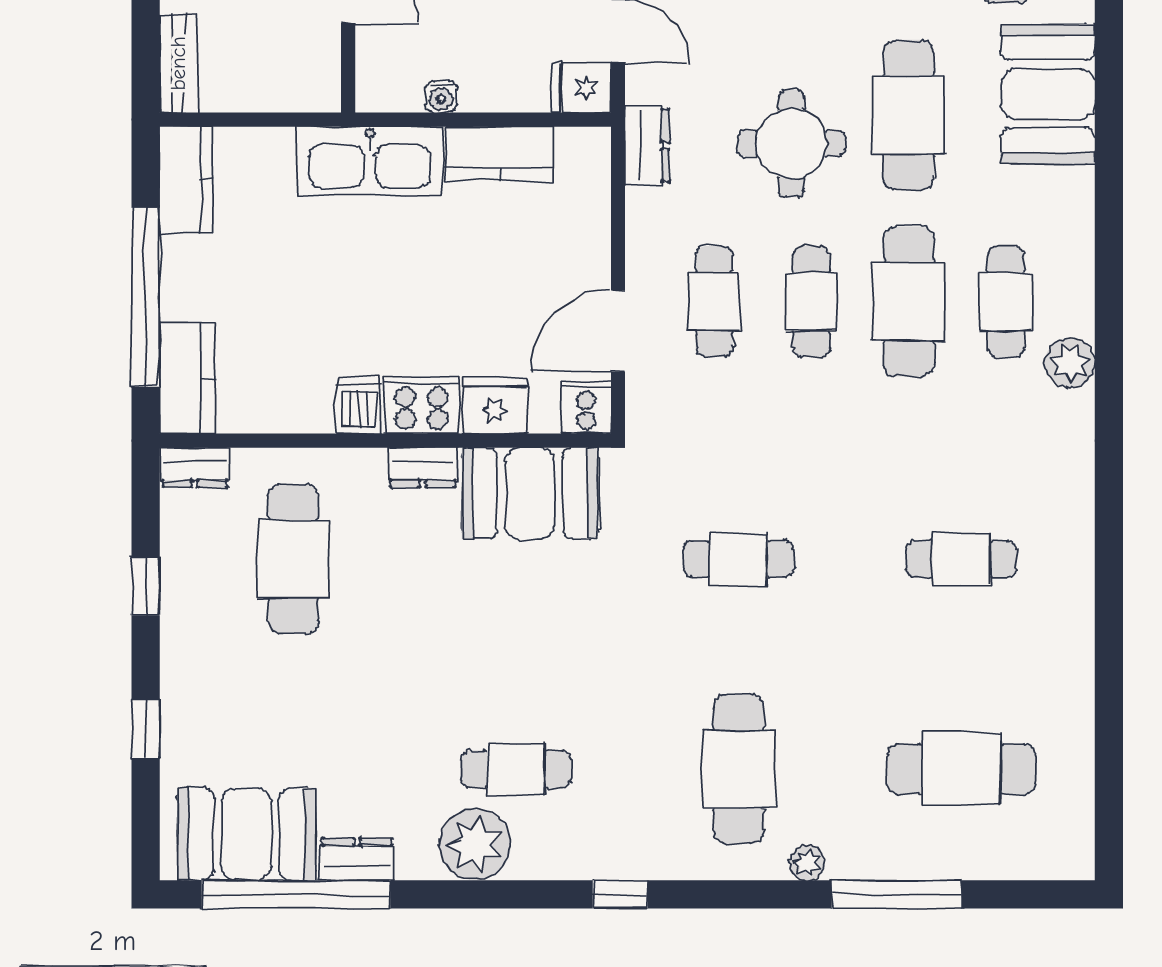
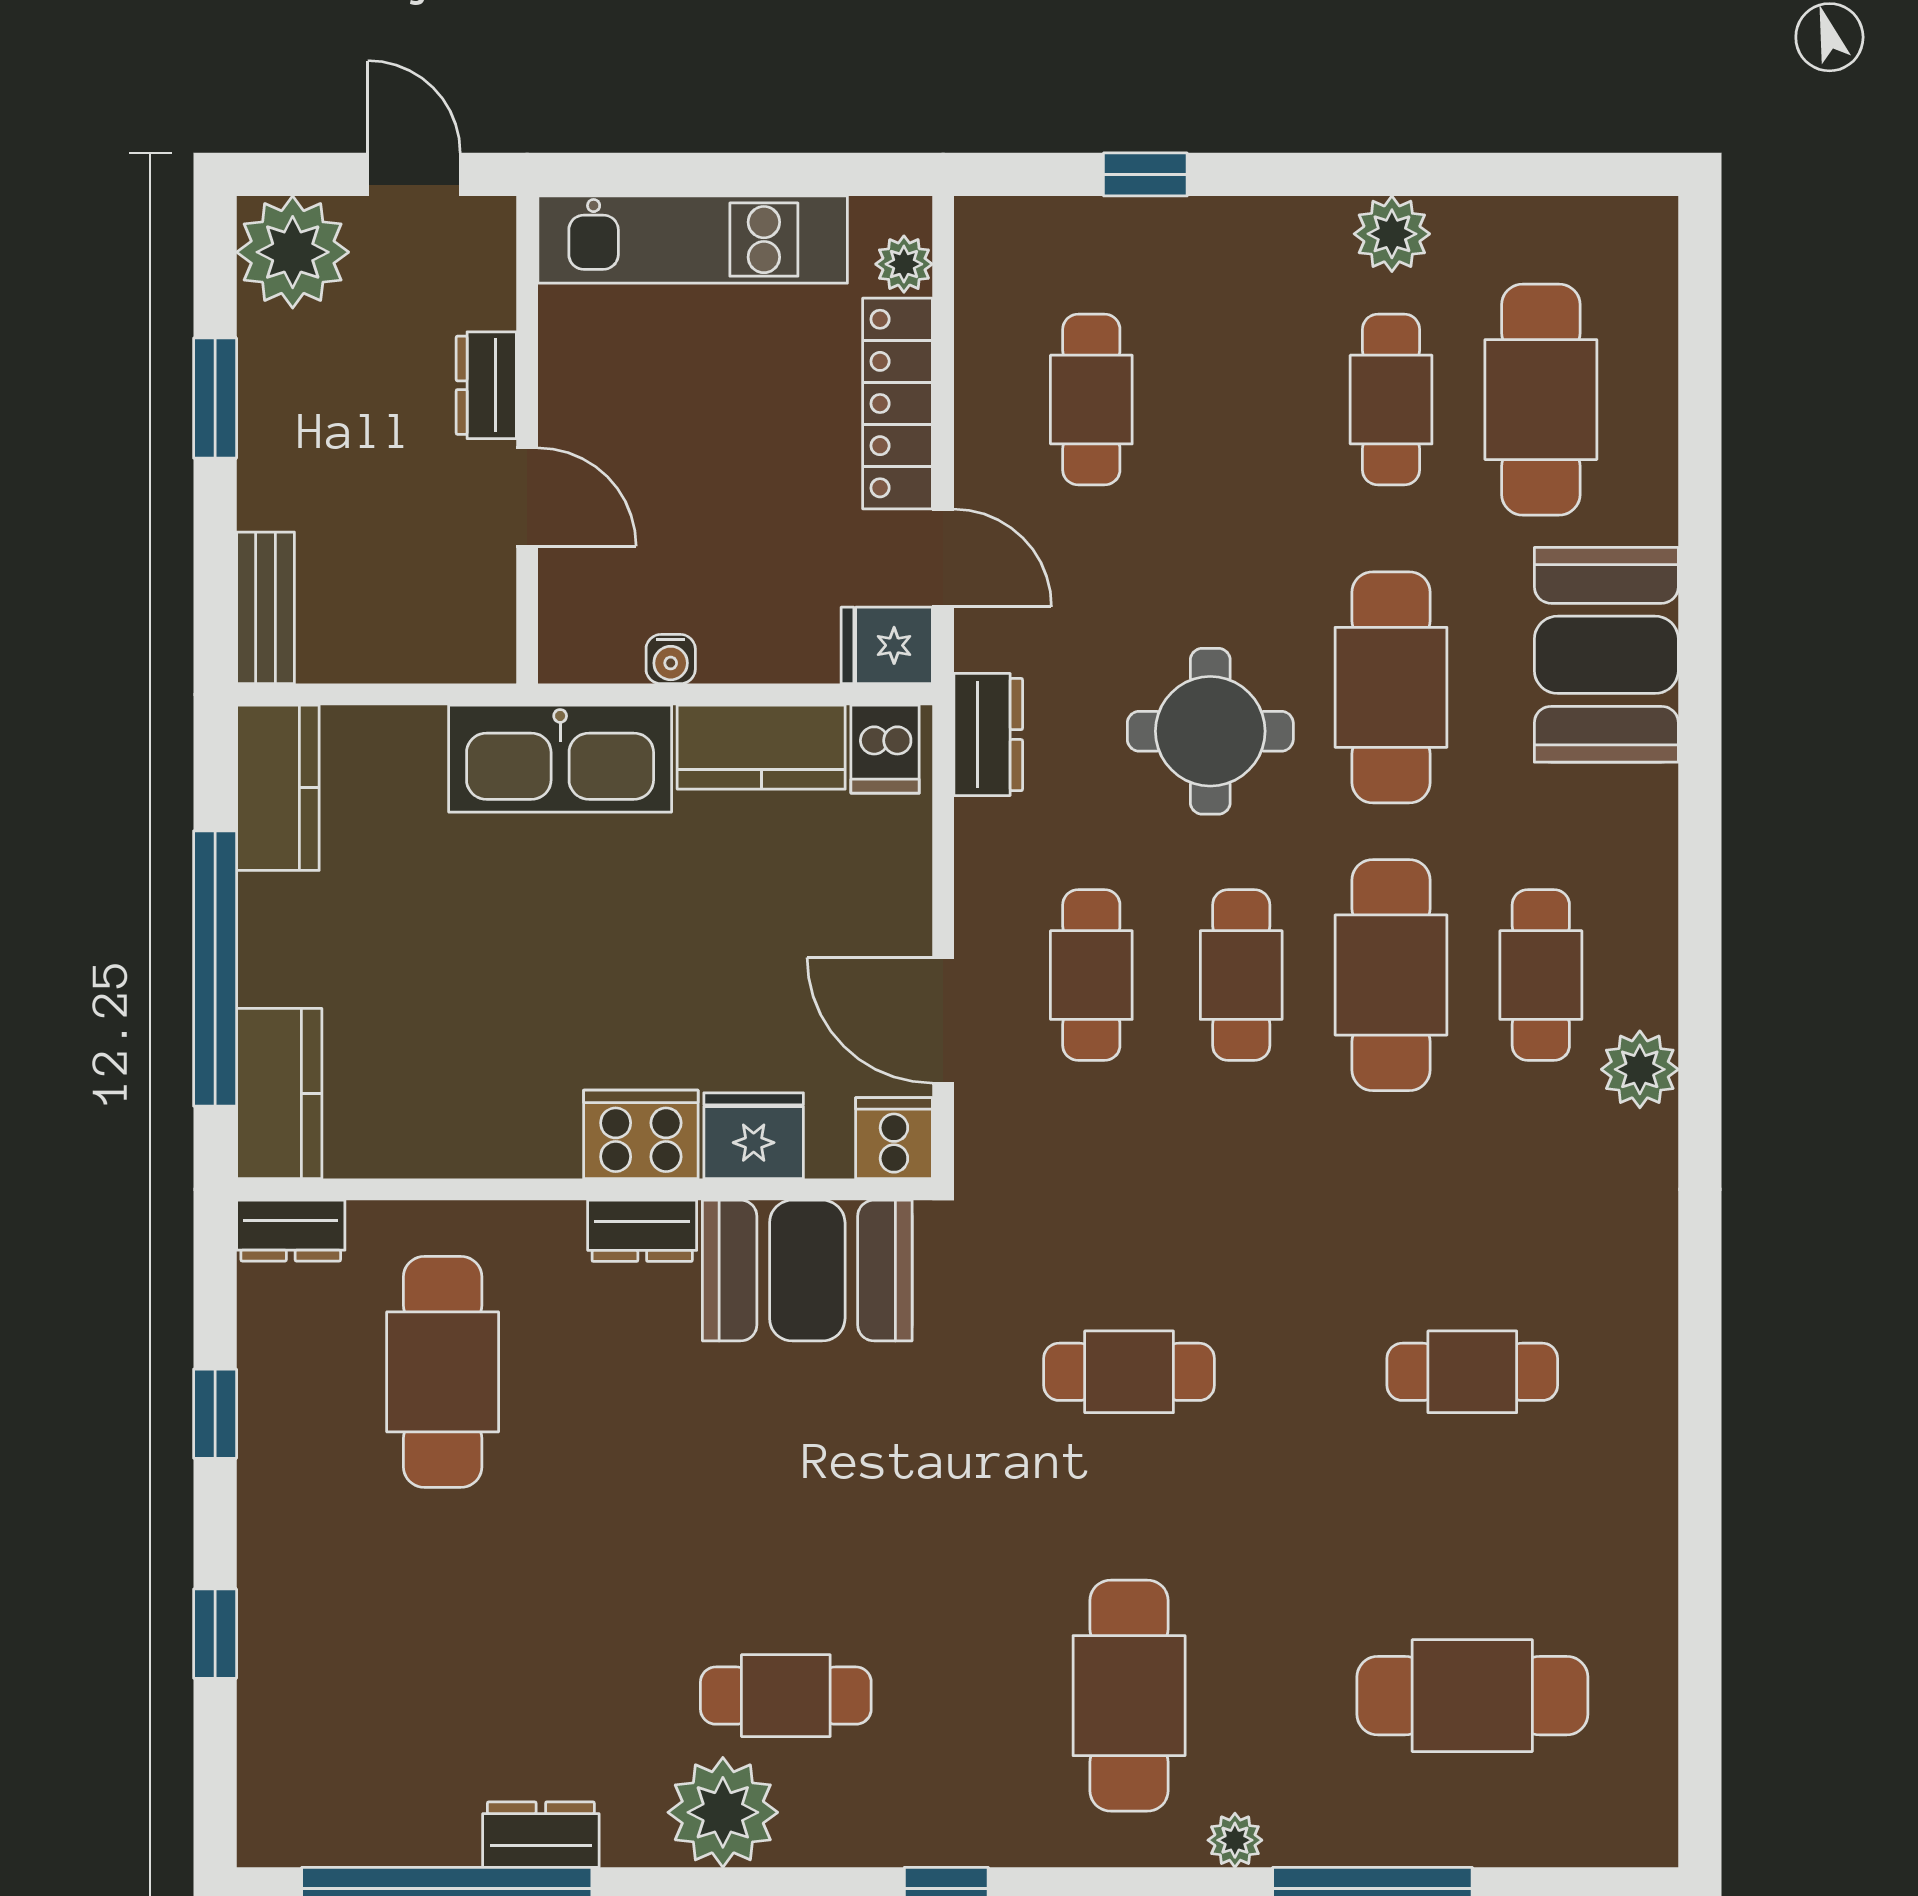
door: (618, 331) -> (943, 1020), hinge flipped
dishwasher: (359, 405) -> (885, 749), moved, turned 180
booth: (247, 834) -> (371, 1796), removed

